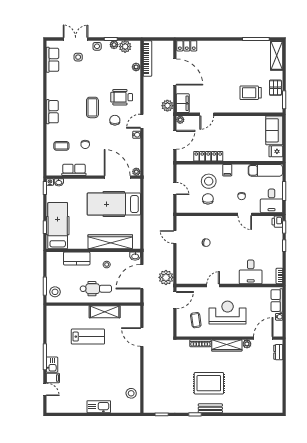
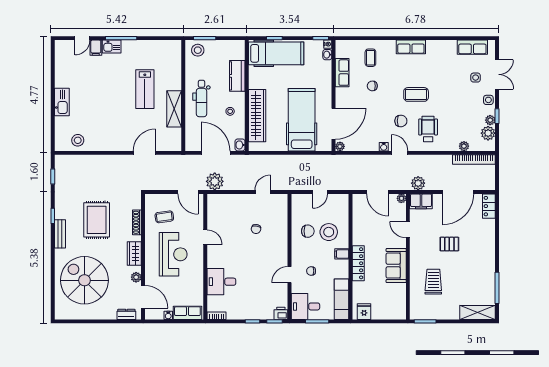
pallet: (275, 88) -> (449, 244), moved
sofa: (274, 130) -> (396, 266), moved, turned -90
locker: (208, 156) -> (358, 263), moved
wardrobe: (227, 345) -> (134, 253), width x0.67
rug: (209, 383) -> (97, 220), moved
spiral stairs: (249, 388) -> (84, 280), added

